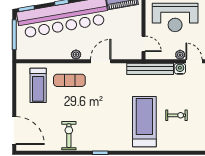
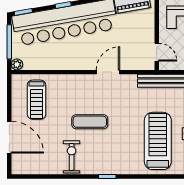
plant: (76, 55) -> (17, 64), moved
exercise mat: (69, 80) -> (90, 122), moved
door: (14, 130) -> (9, 137), moved

